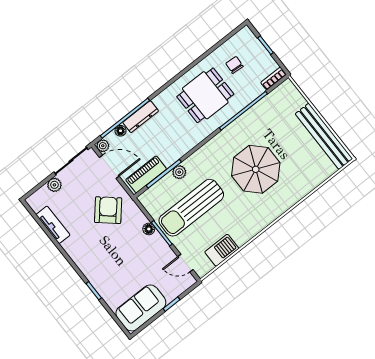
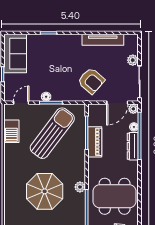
dining table: (205, 95) -> (115, 196), width x1.38
plant: (179, 172) -> (80, 187), moved
piano: (146, 174) -> (95, 142), moved
sun lounger: (191, 208) -> (52, 133), turned 37
tv unit: (53, 225) -> (103, 40), width x1.41
floor lamp: (149, 229) -> (46, 97), moved

